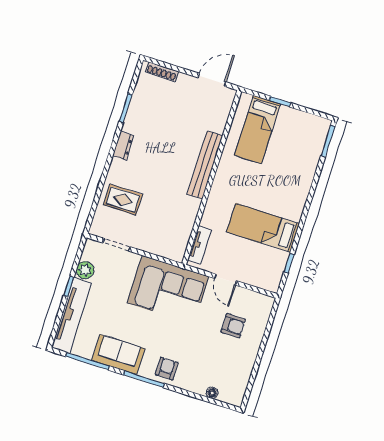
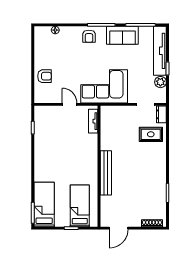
dresser: (123, 146) -> (161, 114), moved
bed: (263, 228) -> (44, 204), moved, turned -90
armchair: (233, 326) -> (44, 76), moved, turned 180

